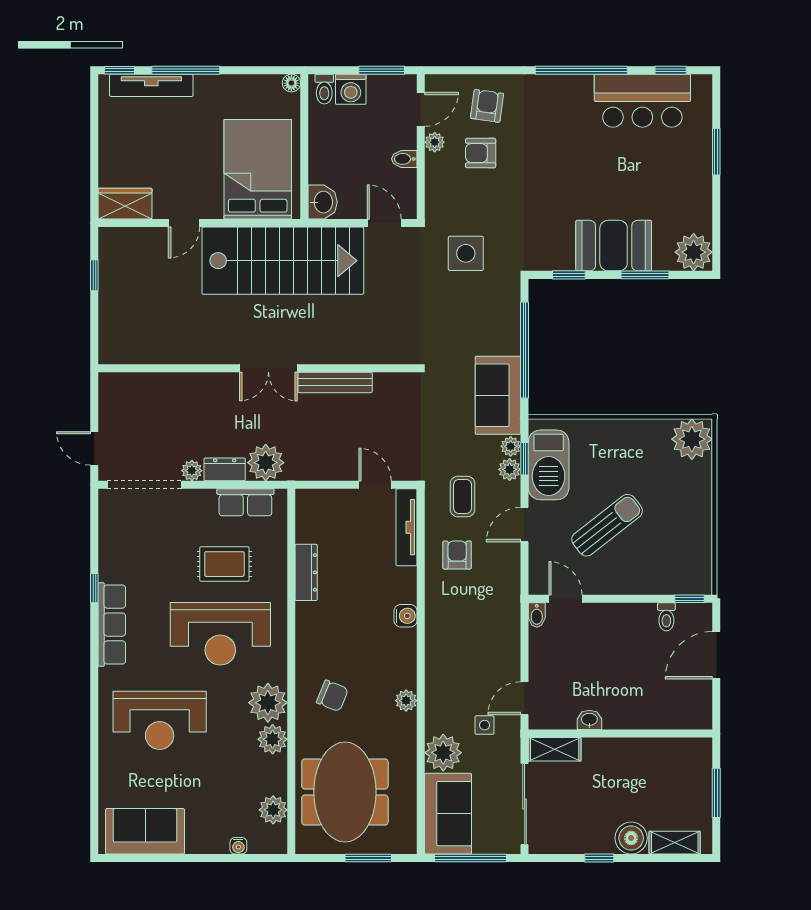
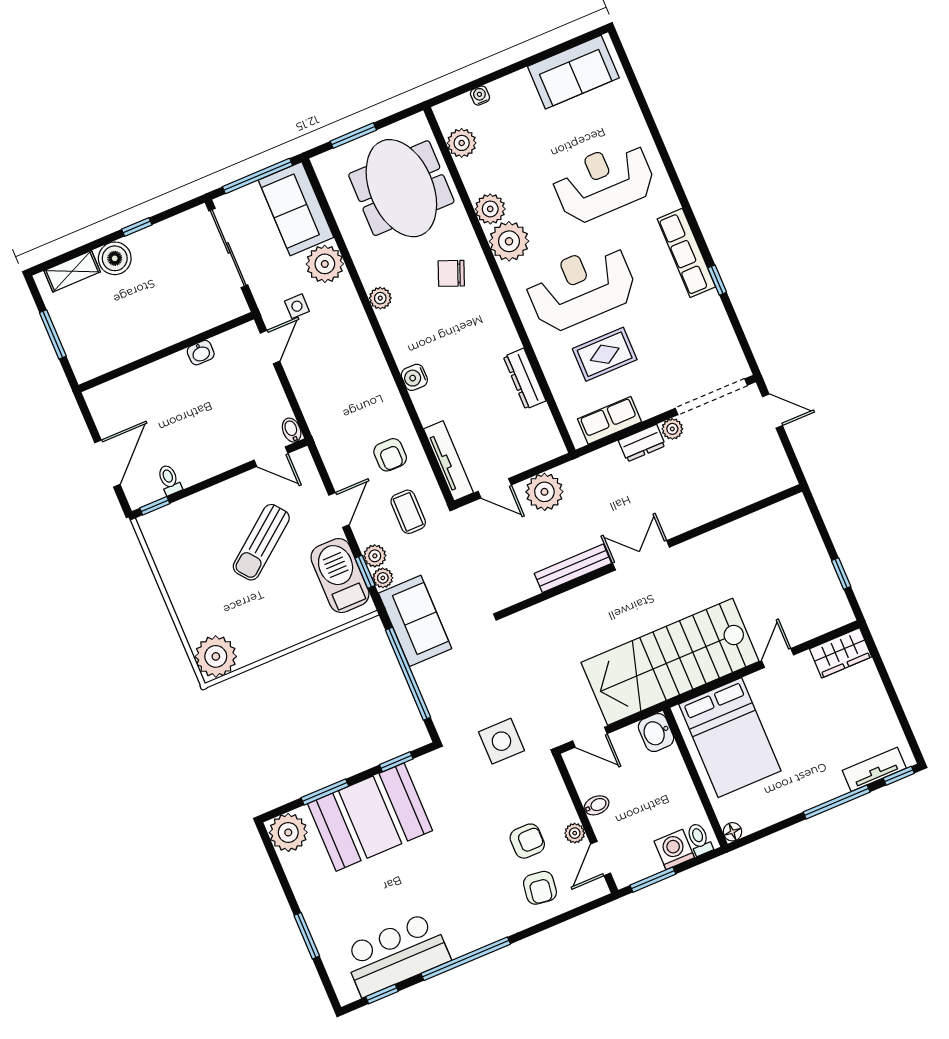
tv unit: (151, 85) -> (874, 769), width x0.71
booth: (614, 246) -> (370, 817), width x1.36, depth x1.42
plant: (266, 463) -> (544, 492), moved
shelving: (555, 749) -> (222, 311), removed

